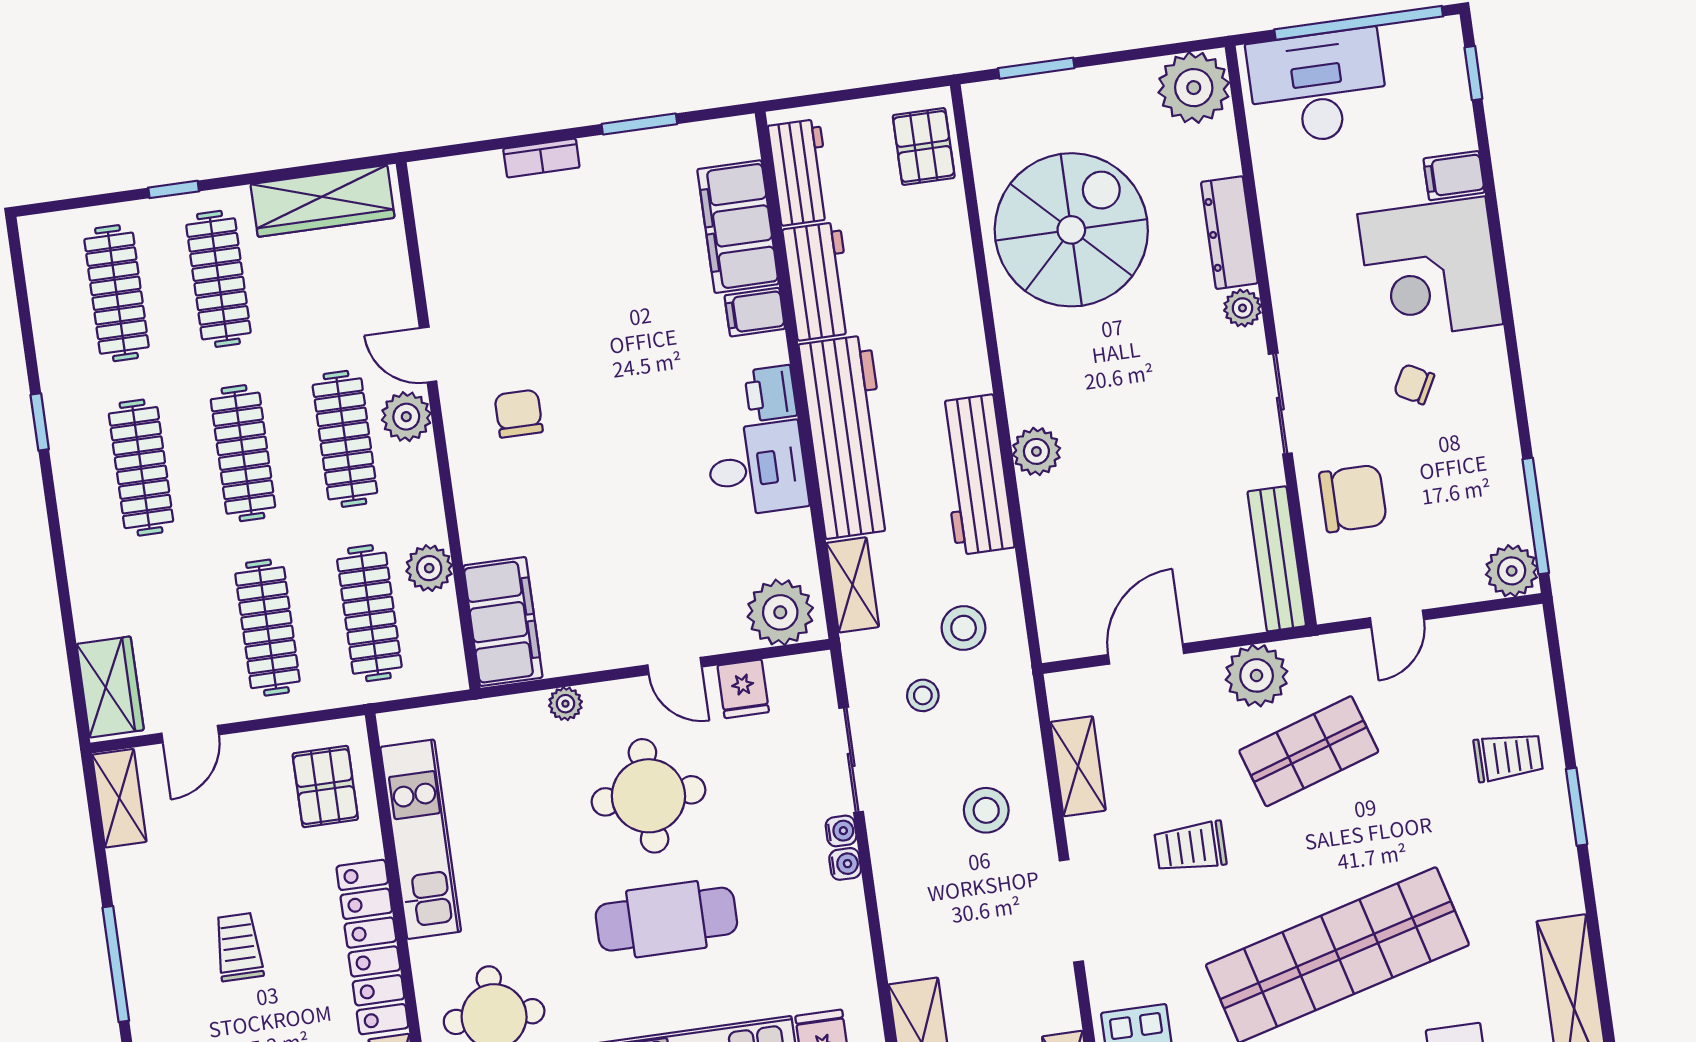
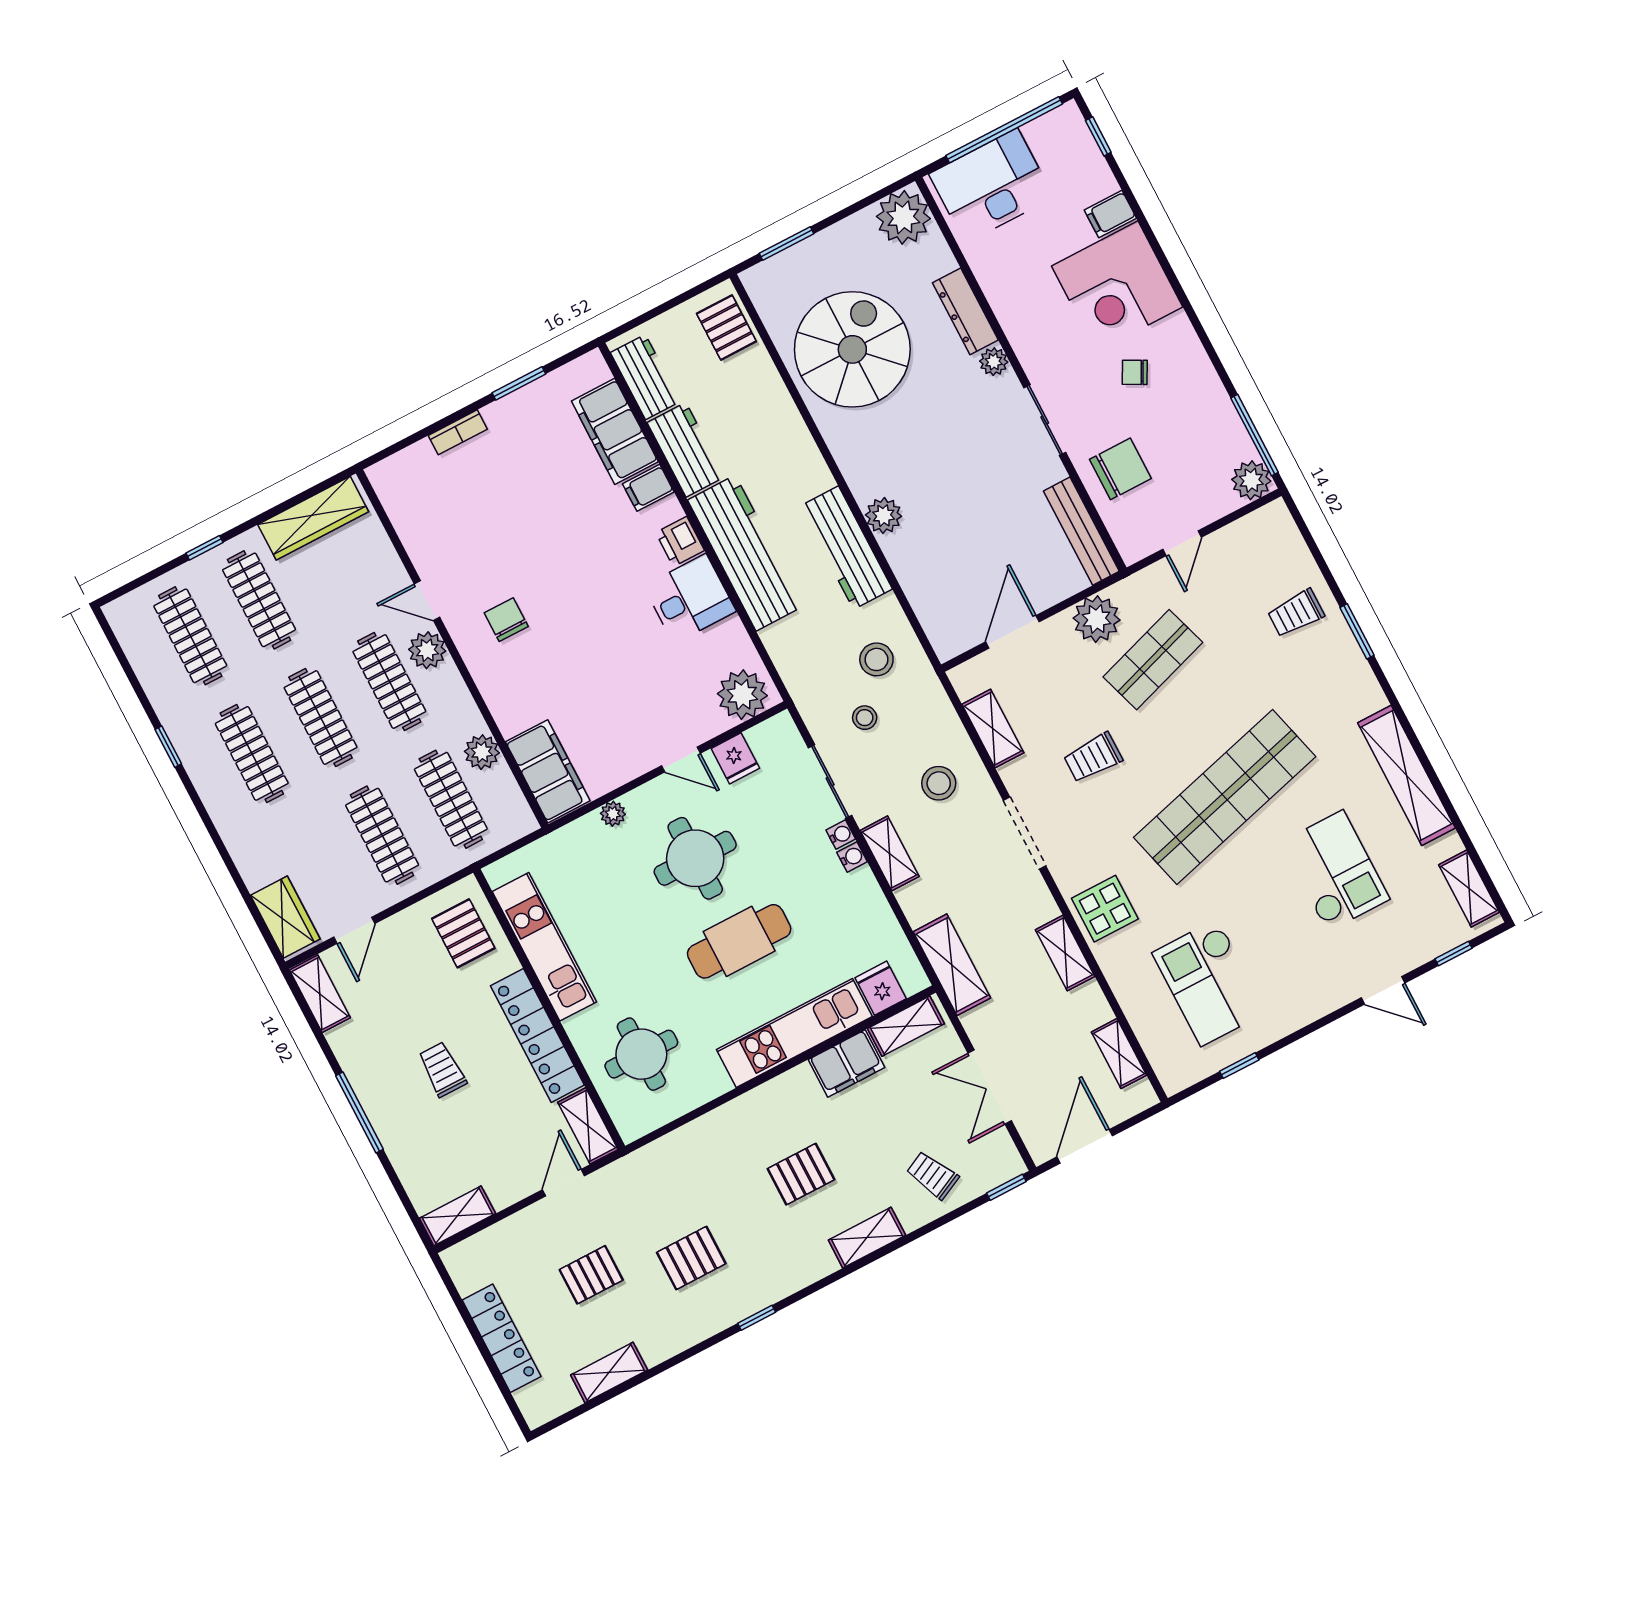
shelving: (853, 585) -> (890, 853), moved
trolley: (1508, 757) -> (1296, 613), turned 180

